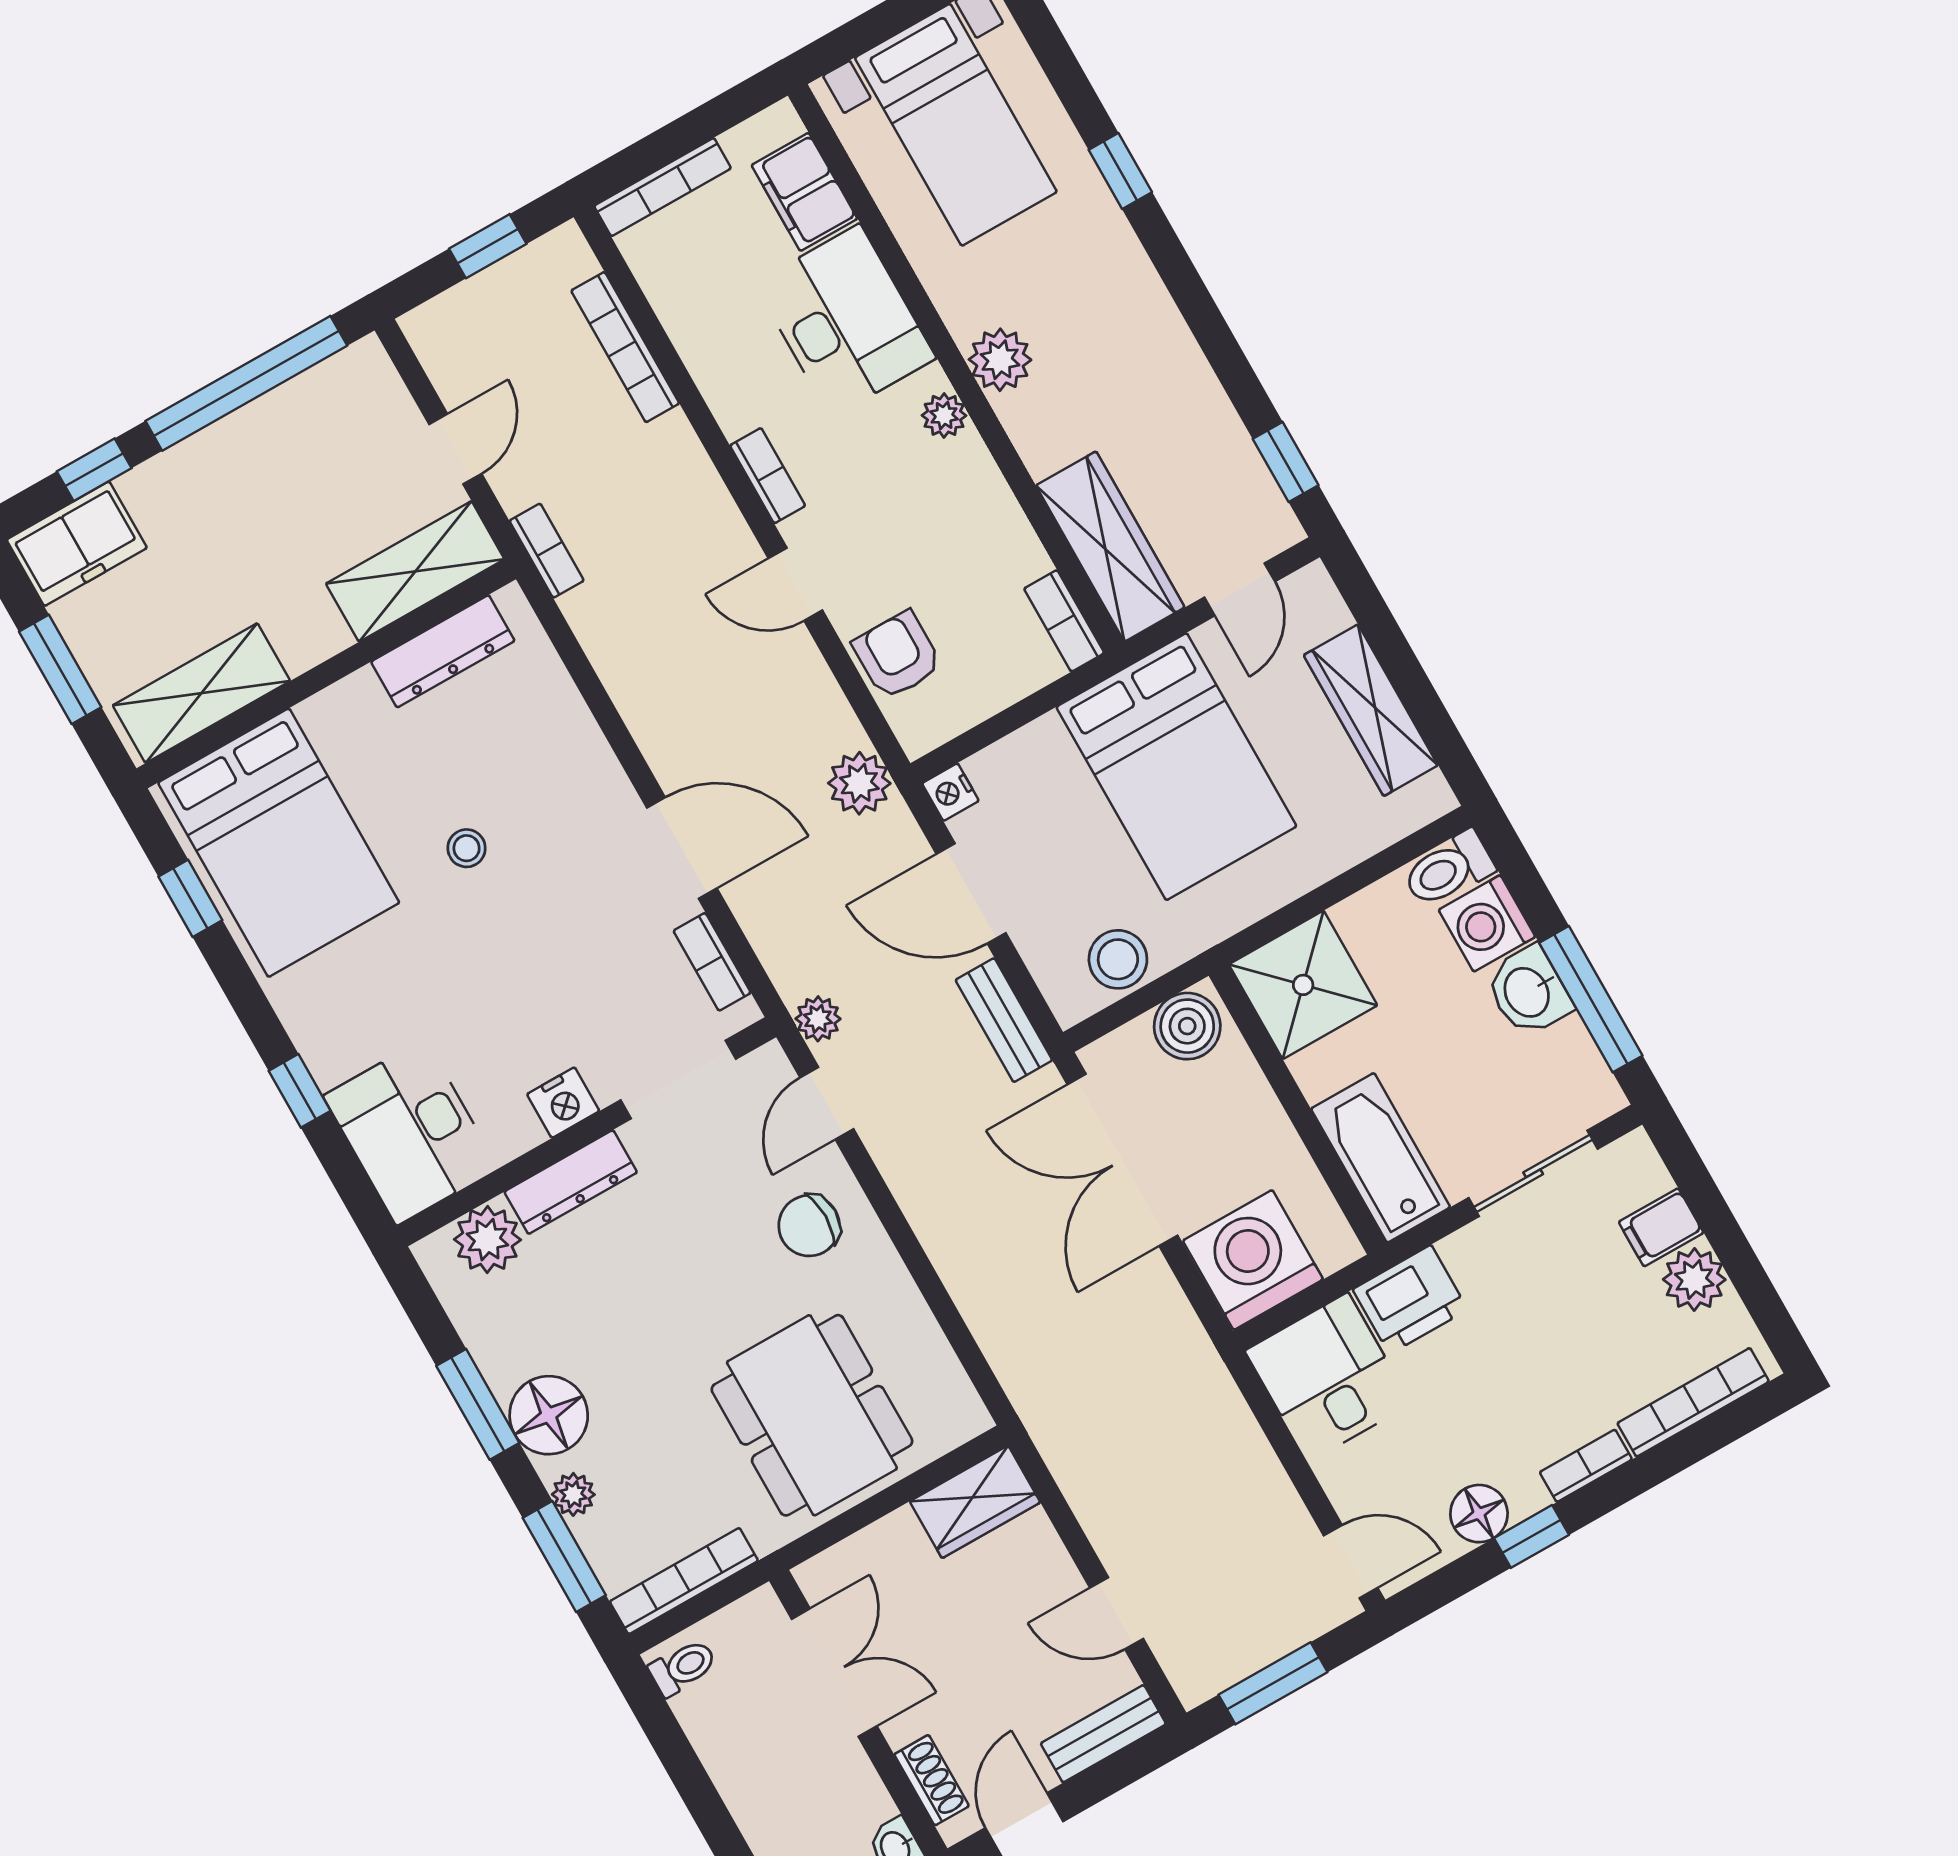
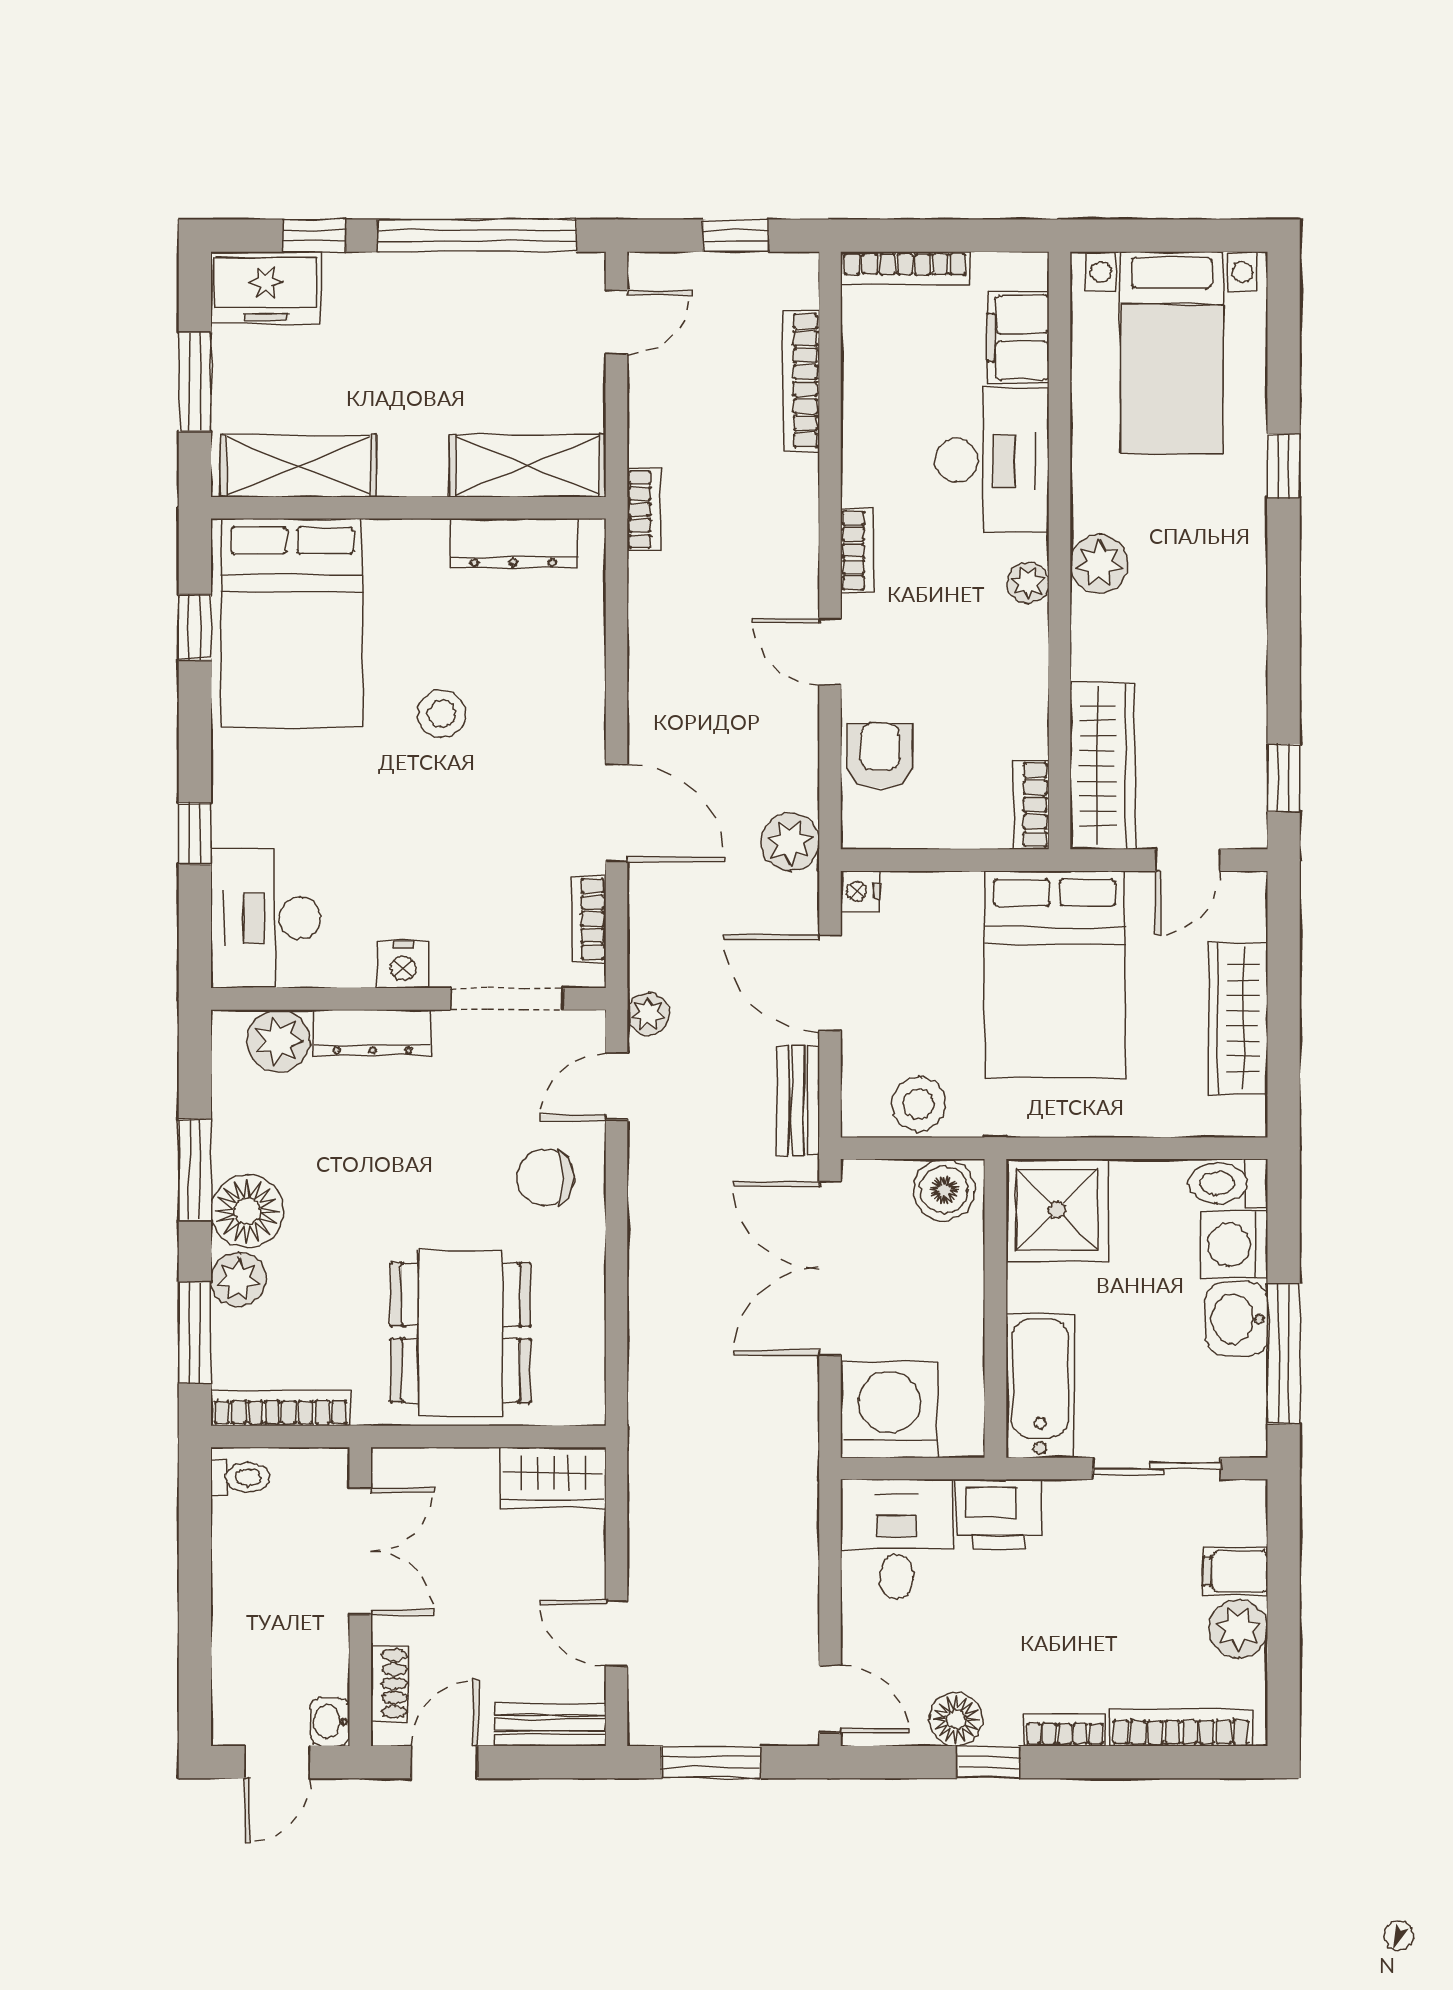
door: (455, 449) -> (616, 322), moved
stool: (467, 848) -> (442, 714), width x1.37, depth x1.37
plant: (573, 1494) -> (238, 1279), width x1.38, depth x1.38

